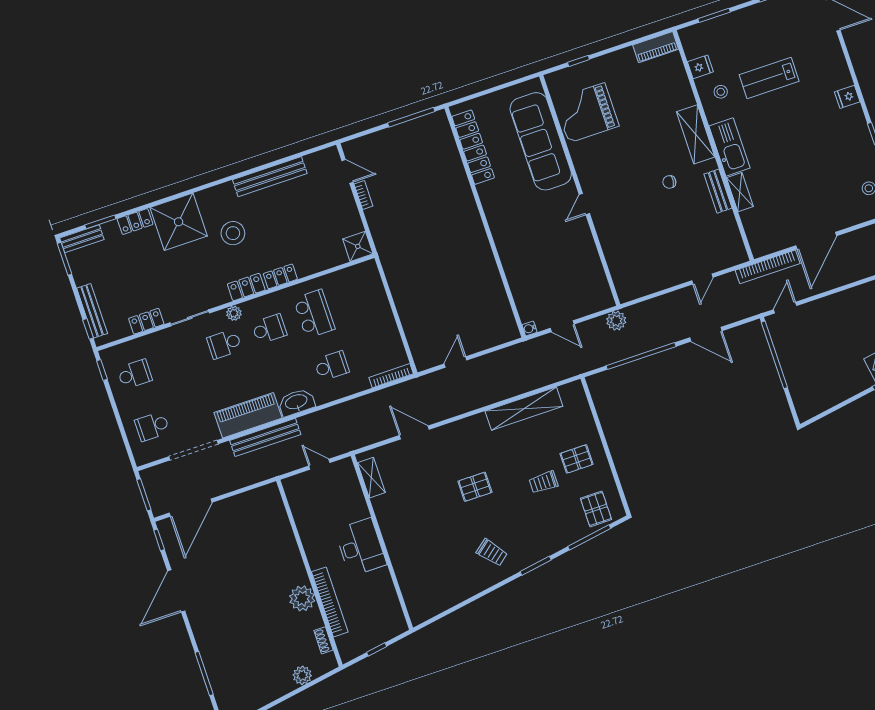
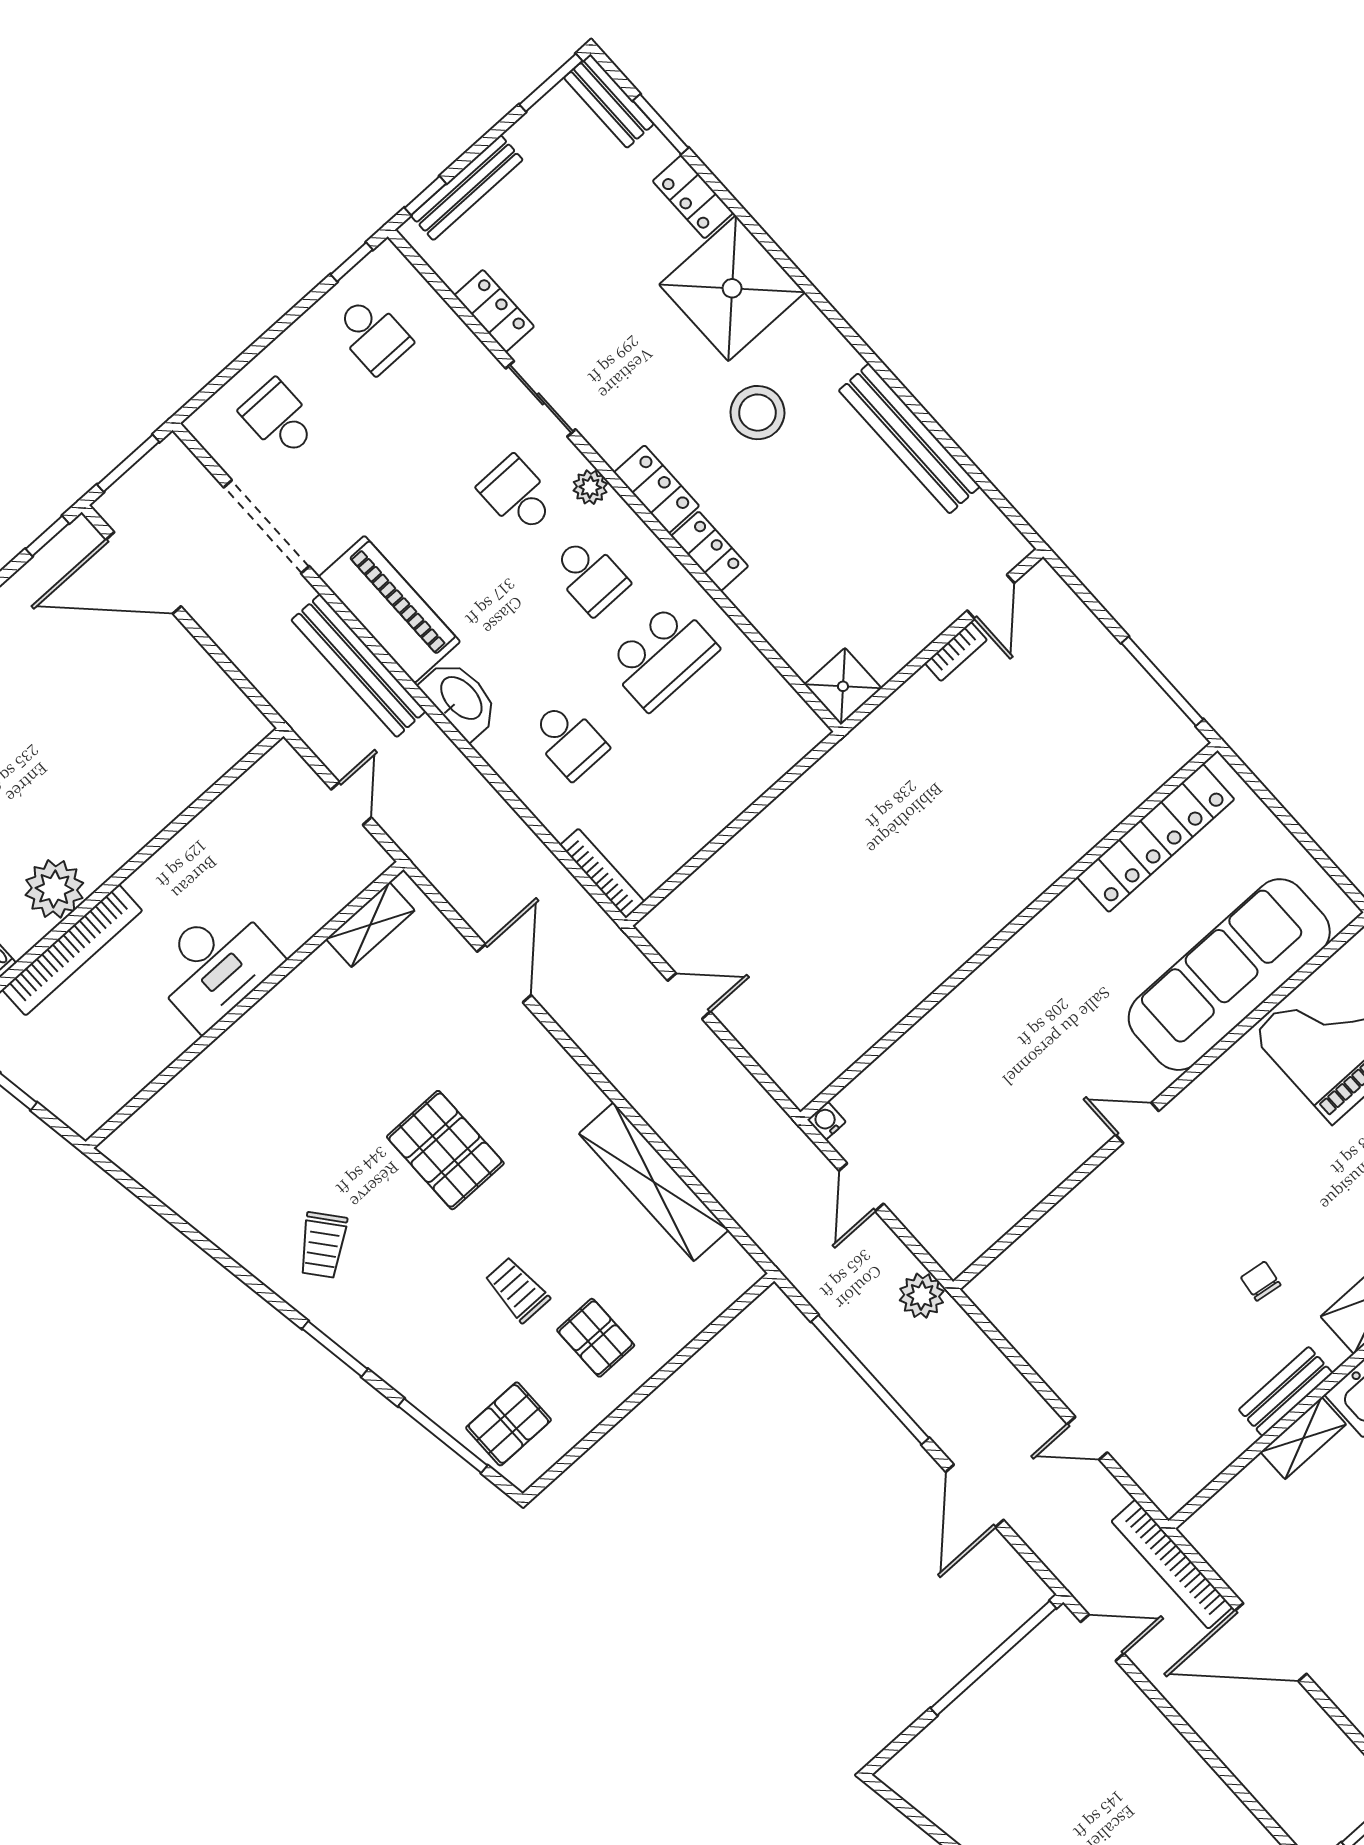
pallet: (475, 487) -> (445, 1150), width x1.50, depth x1.42

